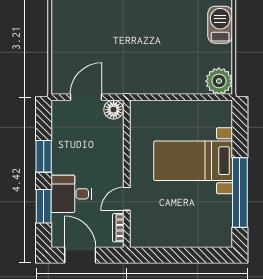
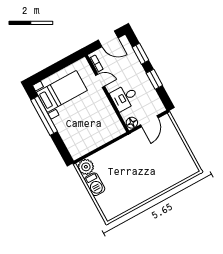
barbecue: (220, 25) -> (95, 184), moved
bed with nightstands: (193, 161) -> (62, 91), moved
desk: (71, 194) -> (124, 97), moved, turned 180
door: (127, 199) -> (100, 81), hinge flipped

